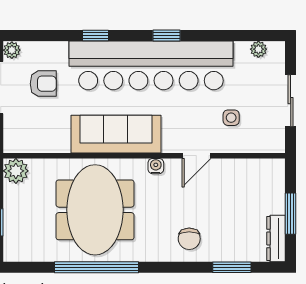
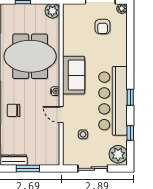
window: (96, 35) -> (130, 133), moved
plant: (258, 49) -> (118, 154), width x1.88, depth x1.88
bar counter: (151, 65) -> (113, 101), width x0.73
sofa: (116, 134) -> (74, 75), width x0.73

